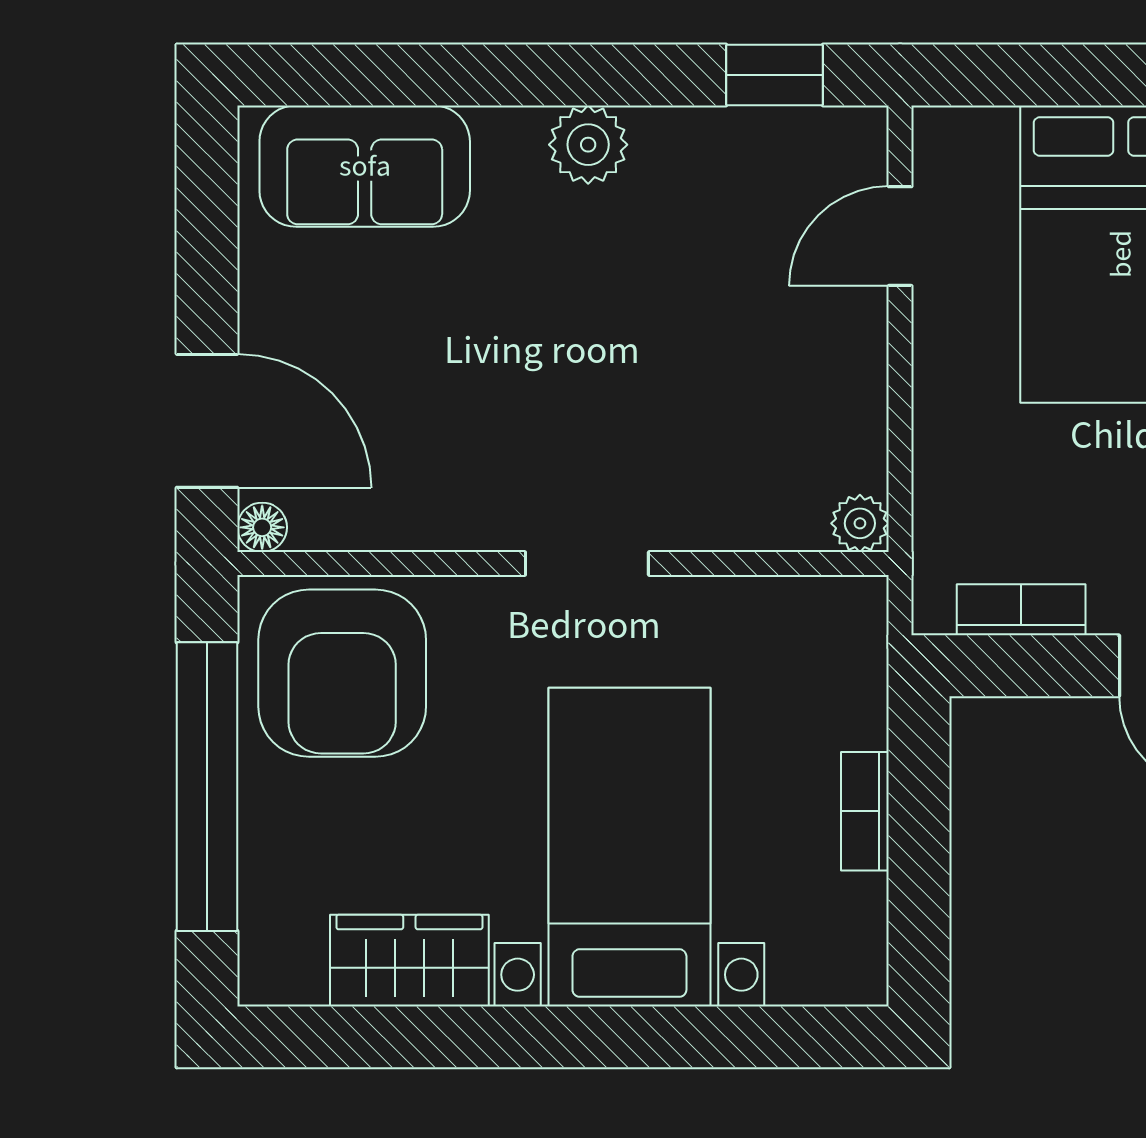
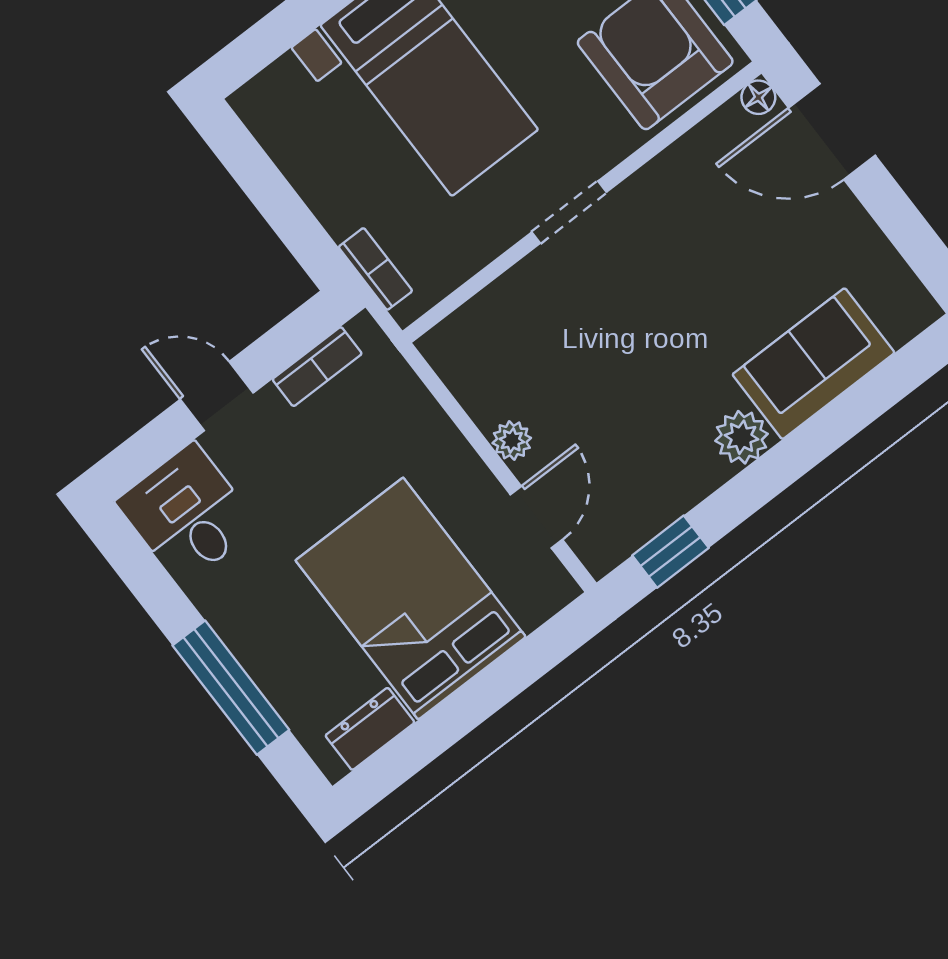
sofa: (365, 166) -> (813, 364), moved
plant: (860, 523) -> (512, 440), moved
bookcase: (865, 811) -> (375, 269), moved

